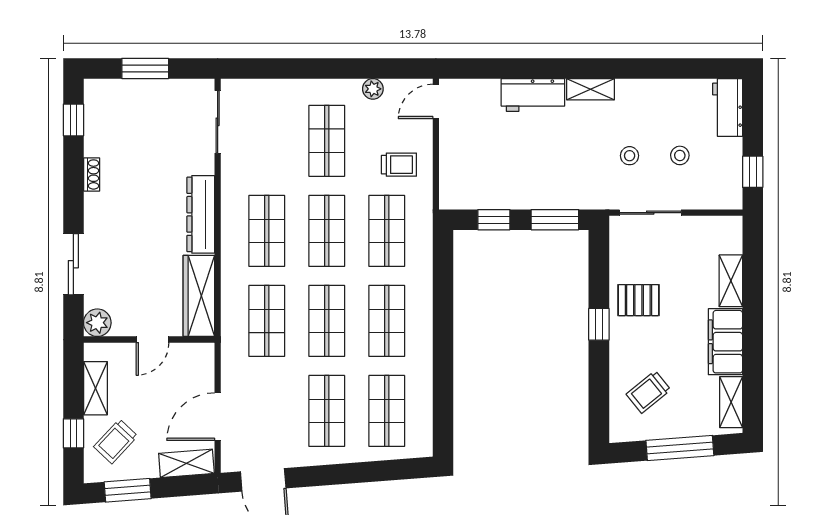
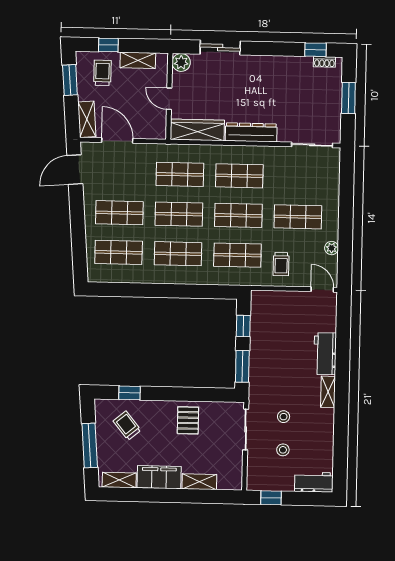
shoe rack: (92, 174) -> (324, 62), moved
window: (599, 324) -> (130, 393), moved
trolley: (116, 441) -> (102, 73), turned 47

